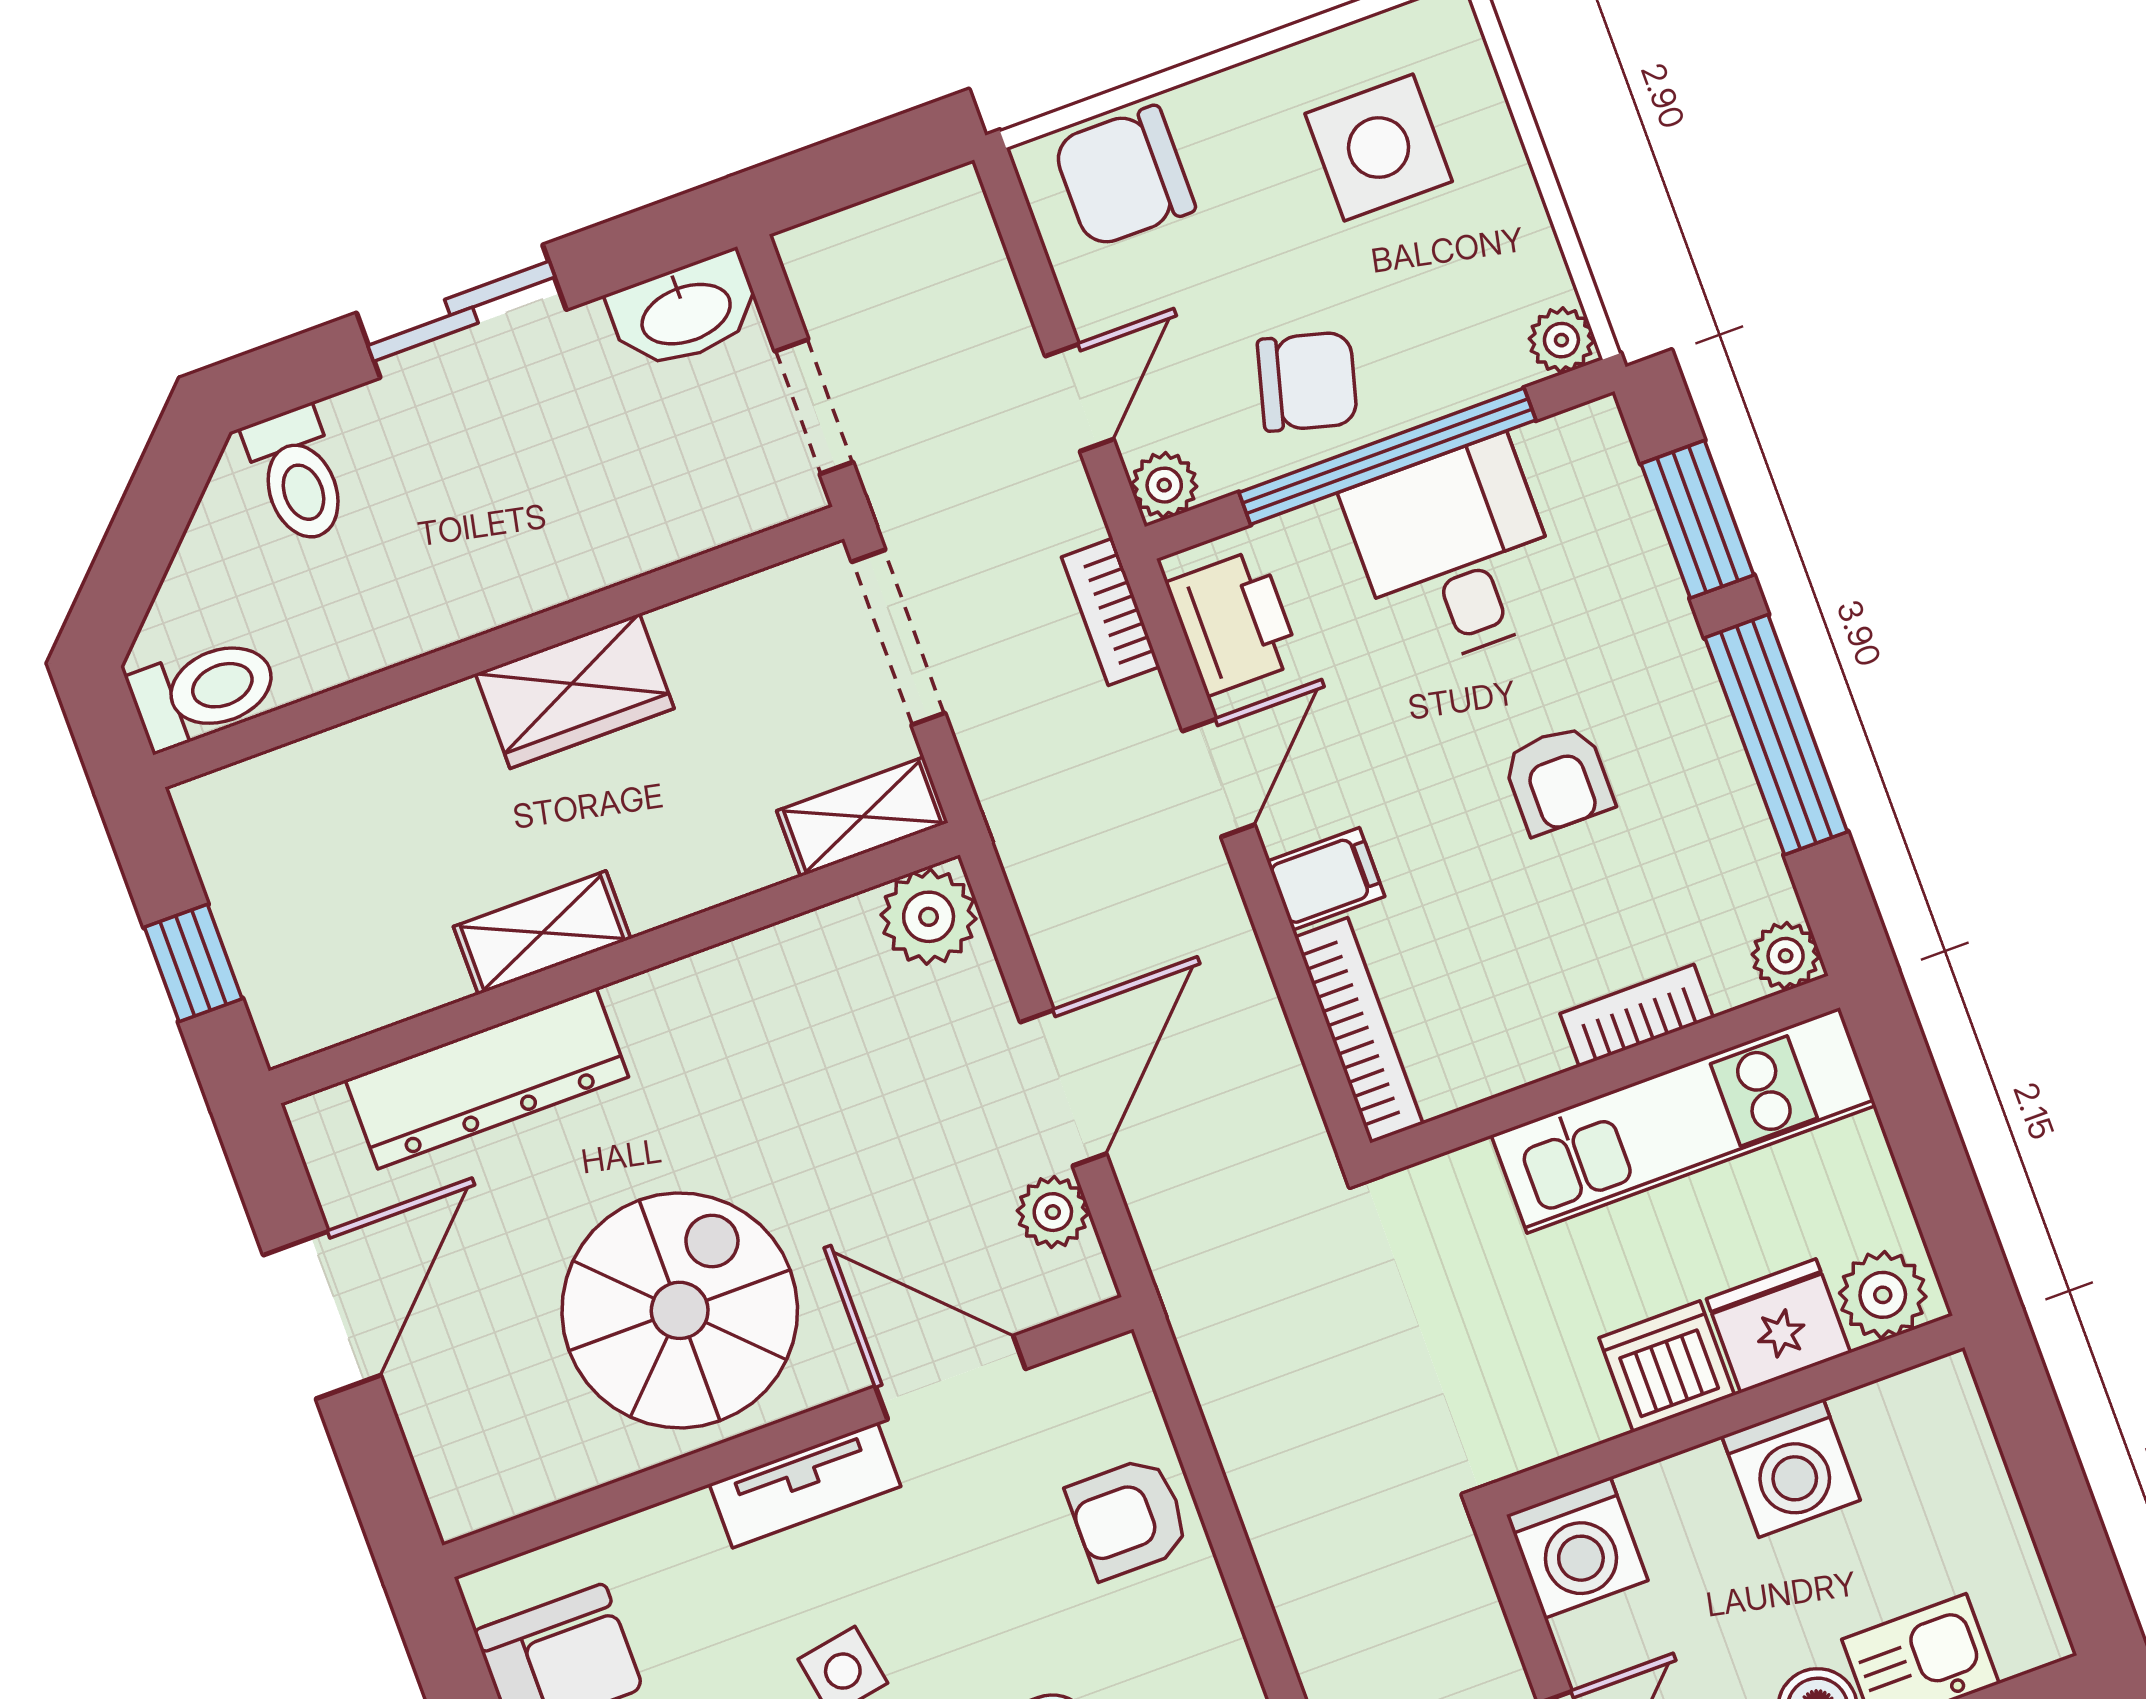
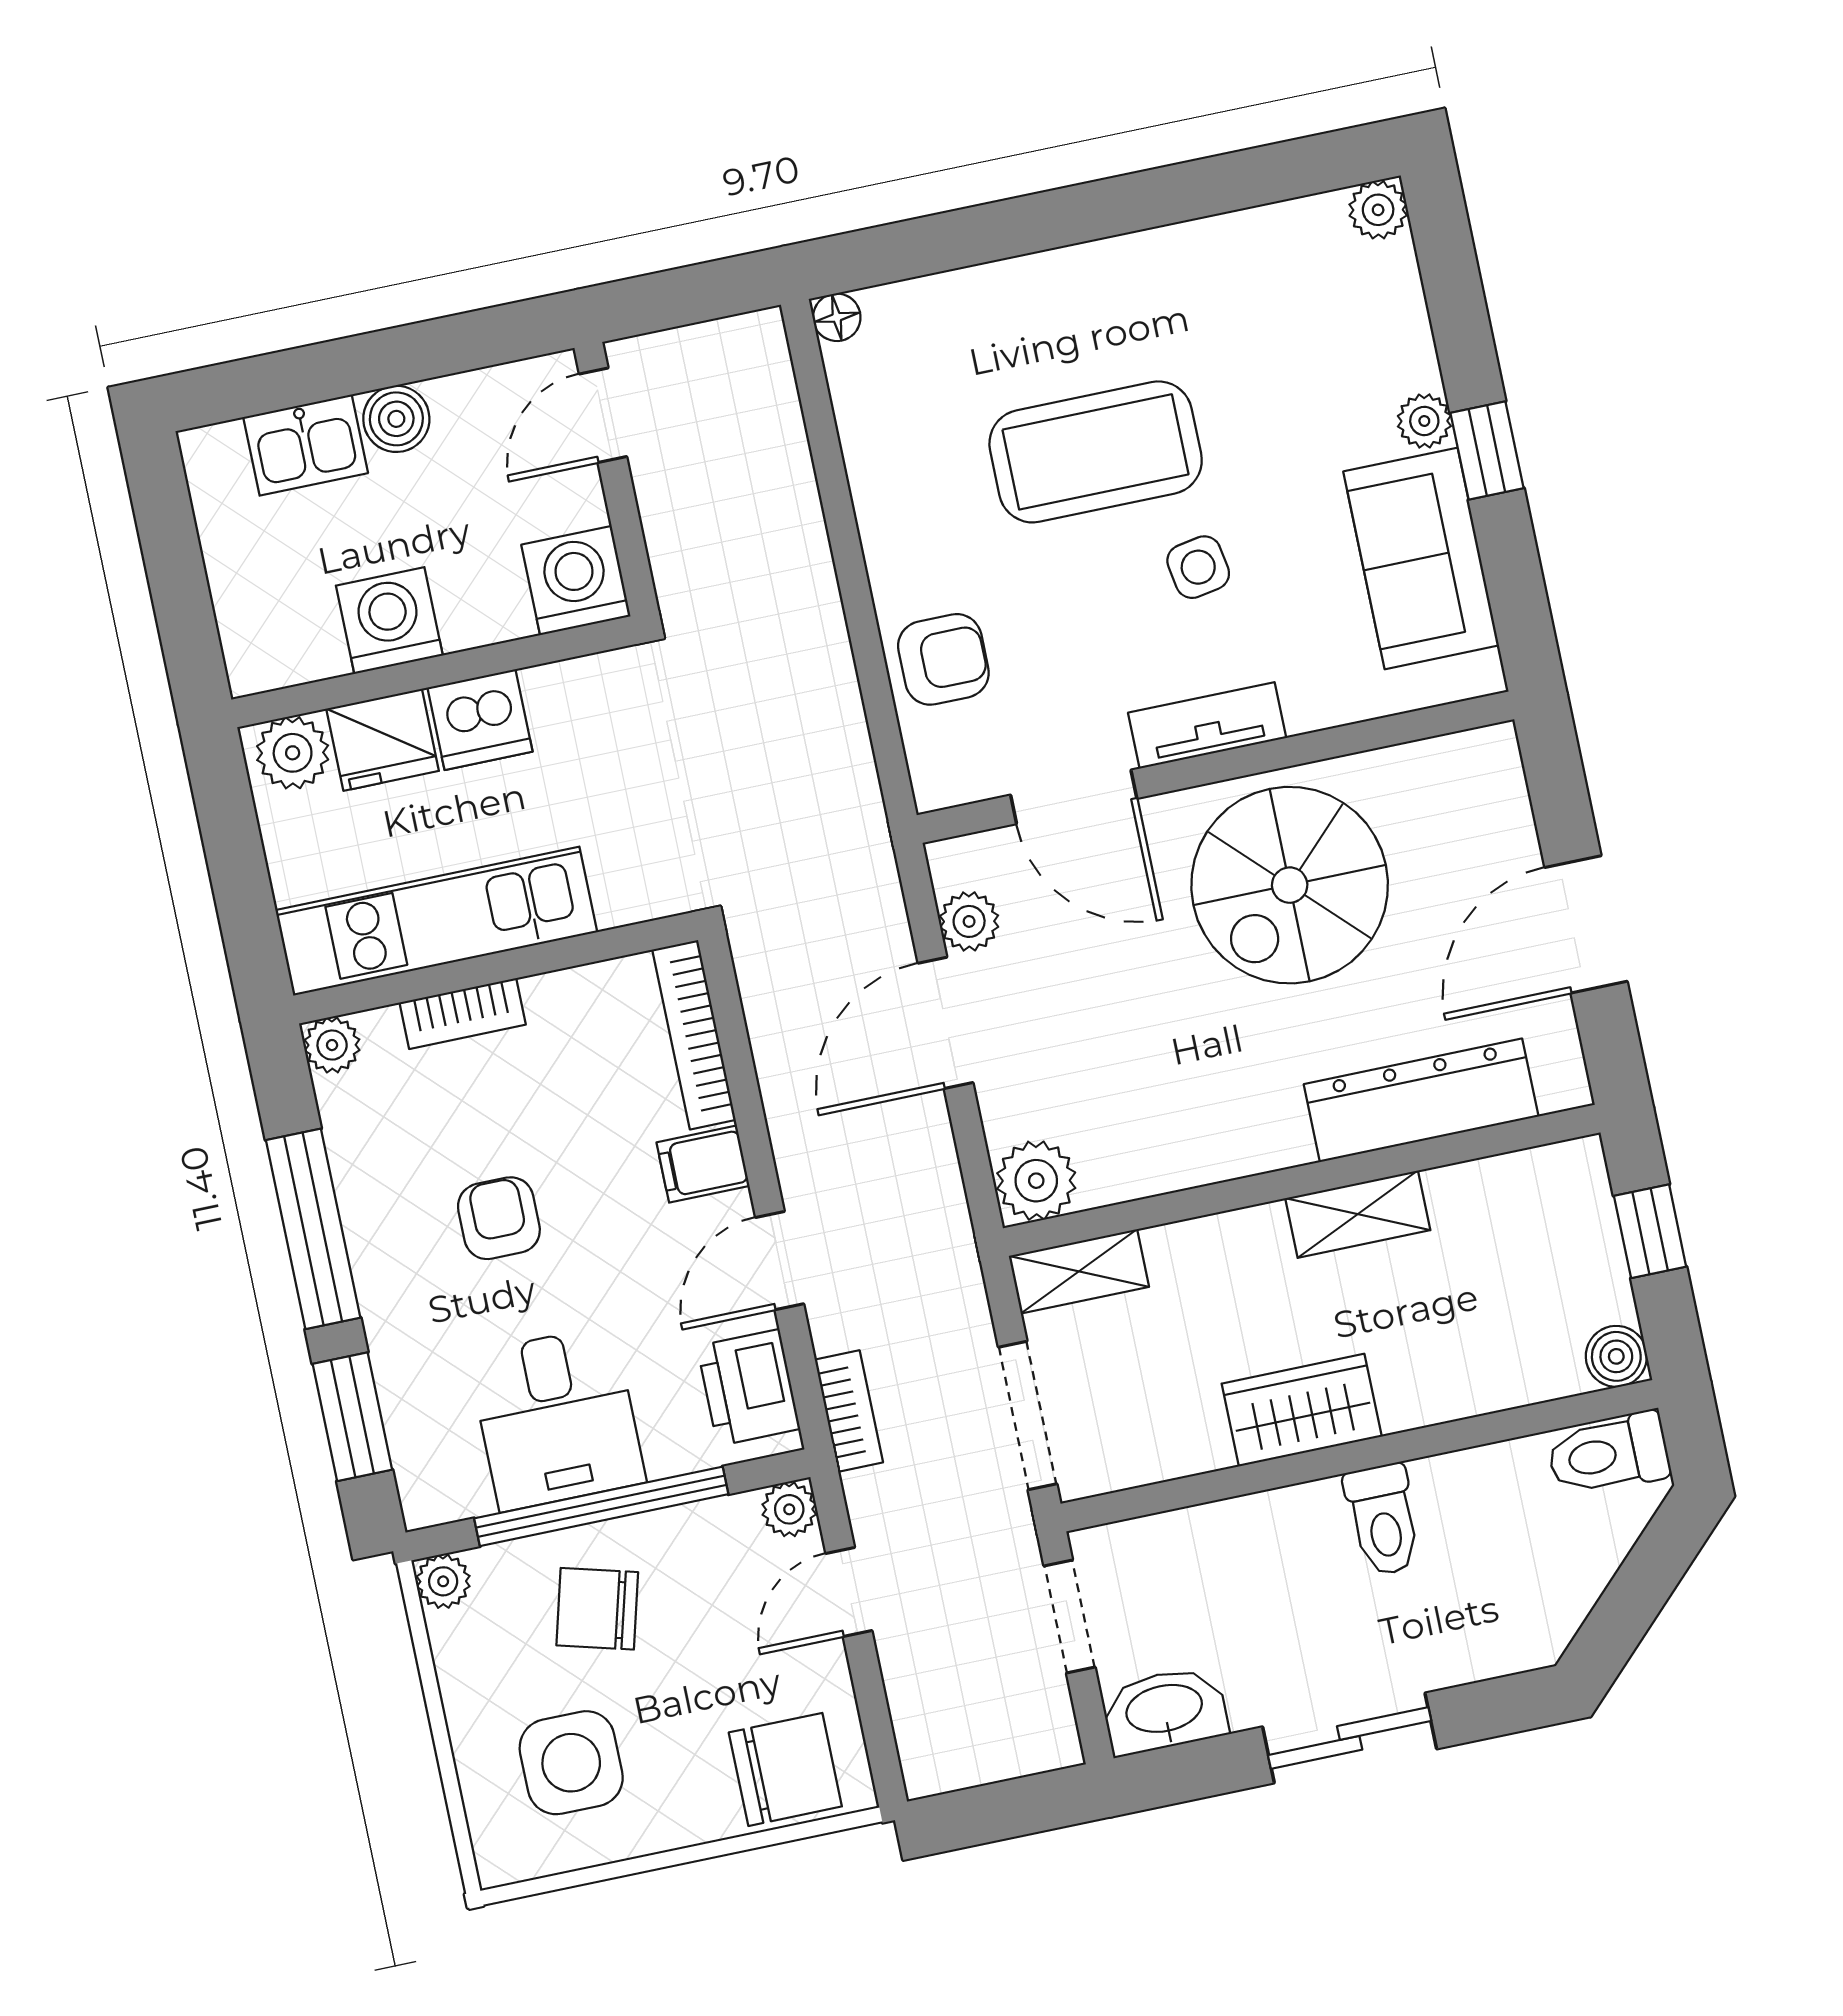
chair: (1307, 382) -> (597, 1609), moved
toilet: (297, 475) -> (1383, 1520), moved, turned 180
boiler: (212, 809) -> (1616, 1356), added

